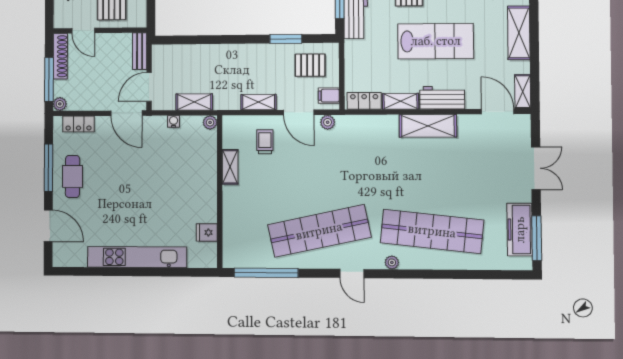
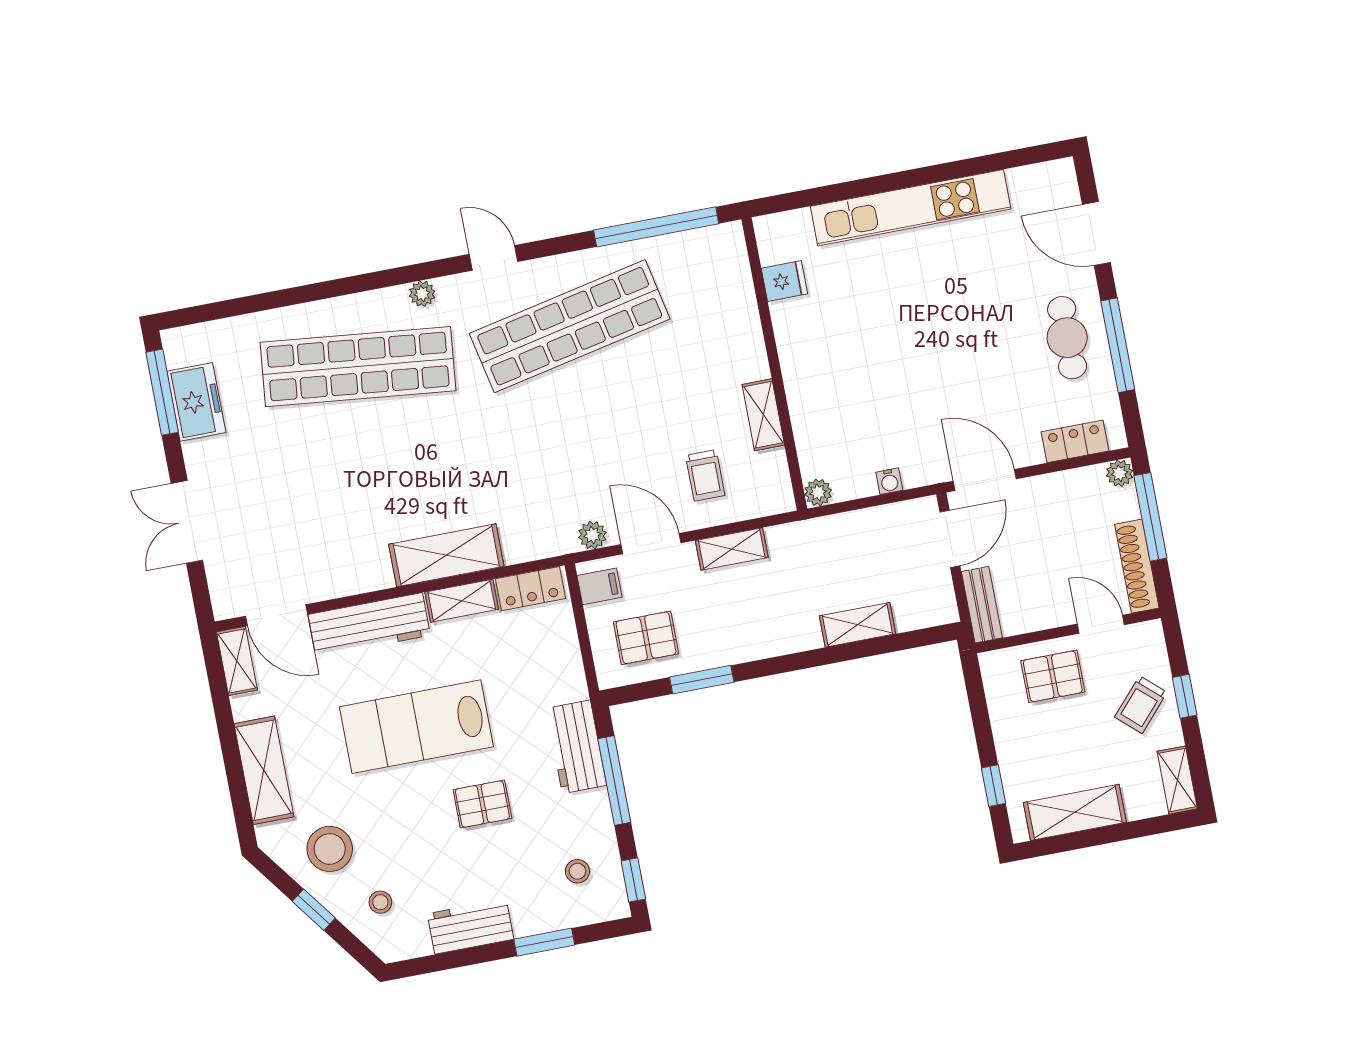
workbench: (442, 98) -> (369, 625), width x1.38
shelving: (194, 102) -> (858, 625), moved
shelving: (428, 126) -> (446, 555), moved
freezer: (520, 230) -> (196, 402), width x0.71

